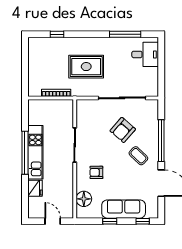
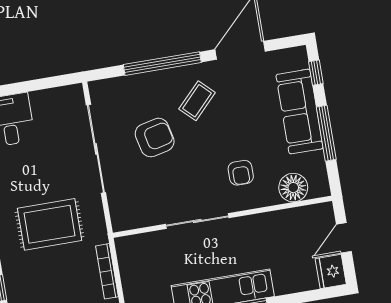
rug: (86, 67) -> (50, 224), turned 90
armchair: (123, 130) -> (155, 138), turned -54
fridge: (35, 188) -> (331, 271), moved, turned -90
window: (110, 221) -> (326, 133), width x2.17

